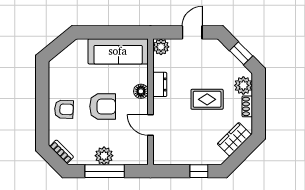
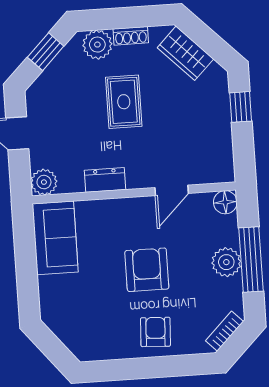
sofa: (118, 51) -> (55, 238), width x0.73
floor lamp: (141, 91) -> (225, 202), moved

